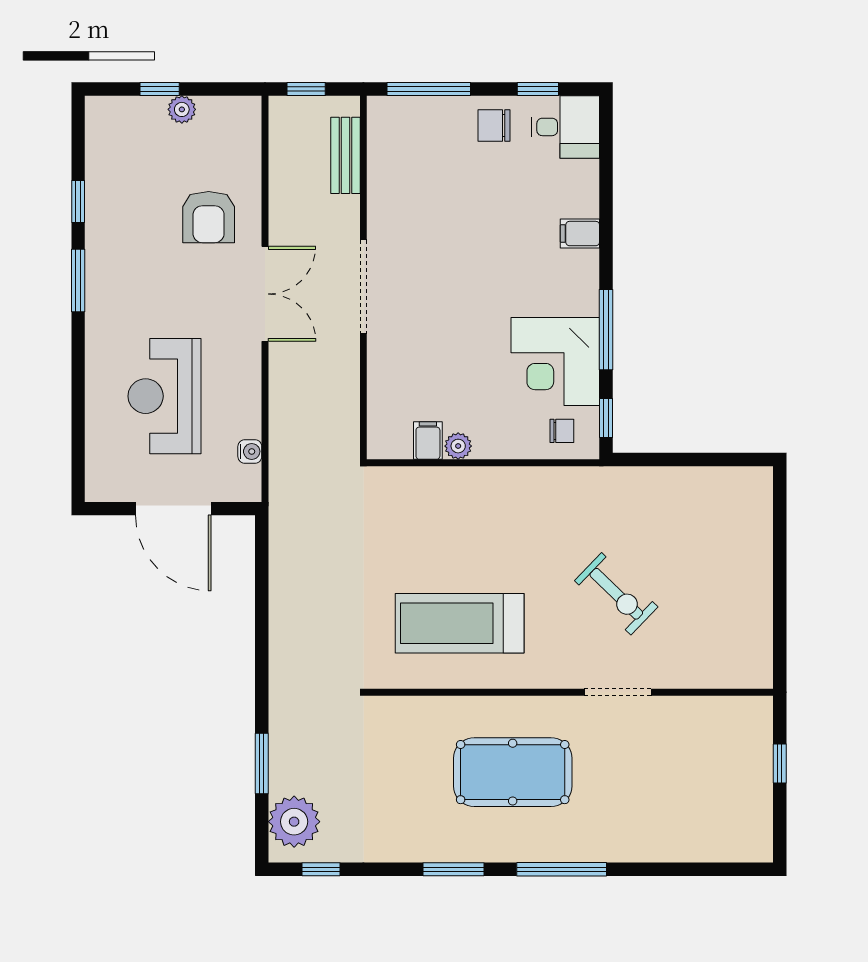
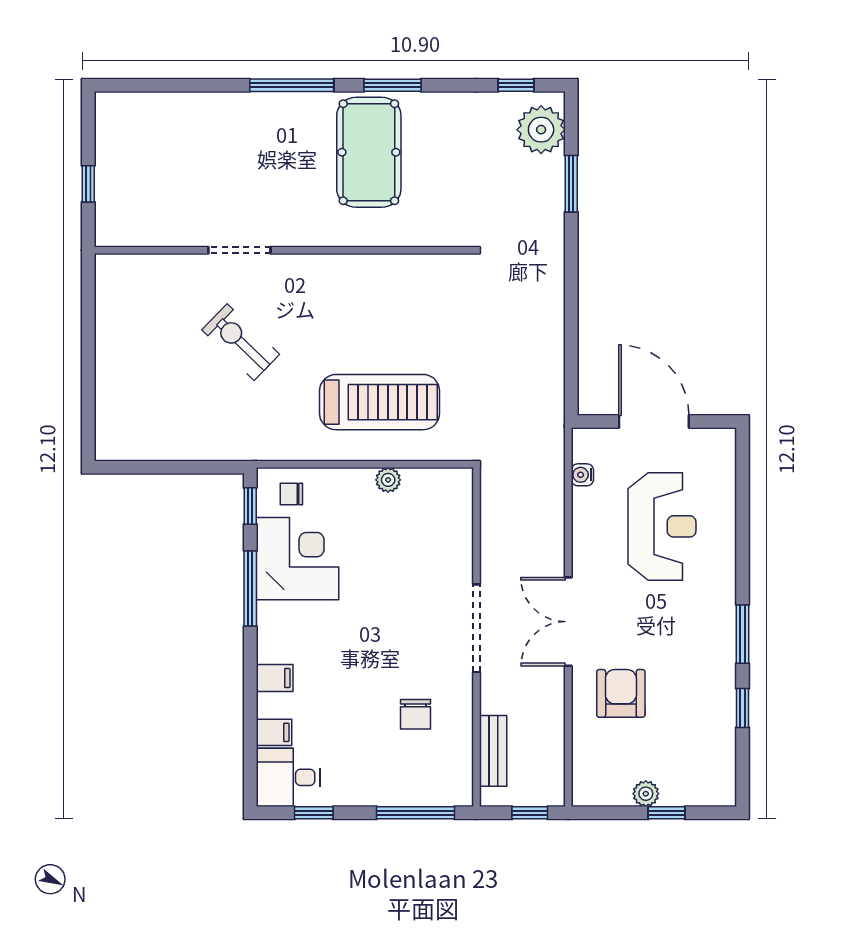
chair: (494, 126) -> (415, 714), moved, turned 90
filing cabinet: (428, 441) -> (274, 732), moved, turned -90
treadmill: (460, 623) -> (380, 402), moved
pool table: (513, 772) -> (369, 152), moved, turned 90

